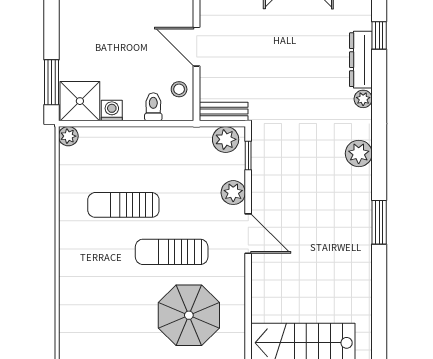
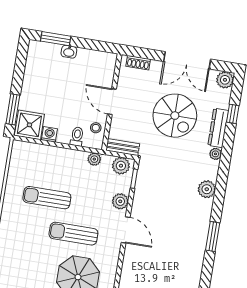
spiral stairs: (293, 52) -> (175, 116), added
plant: (68, 136) -> (94, 159), moved

